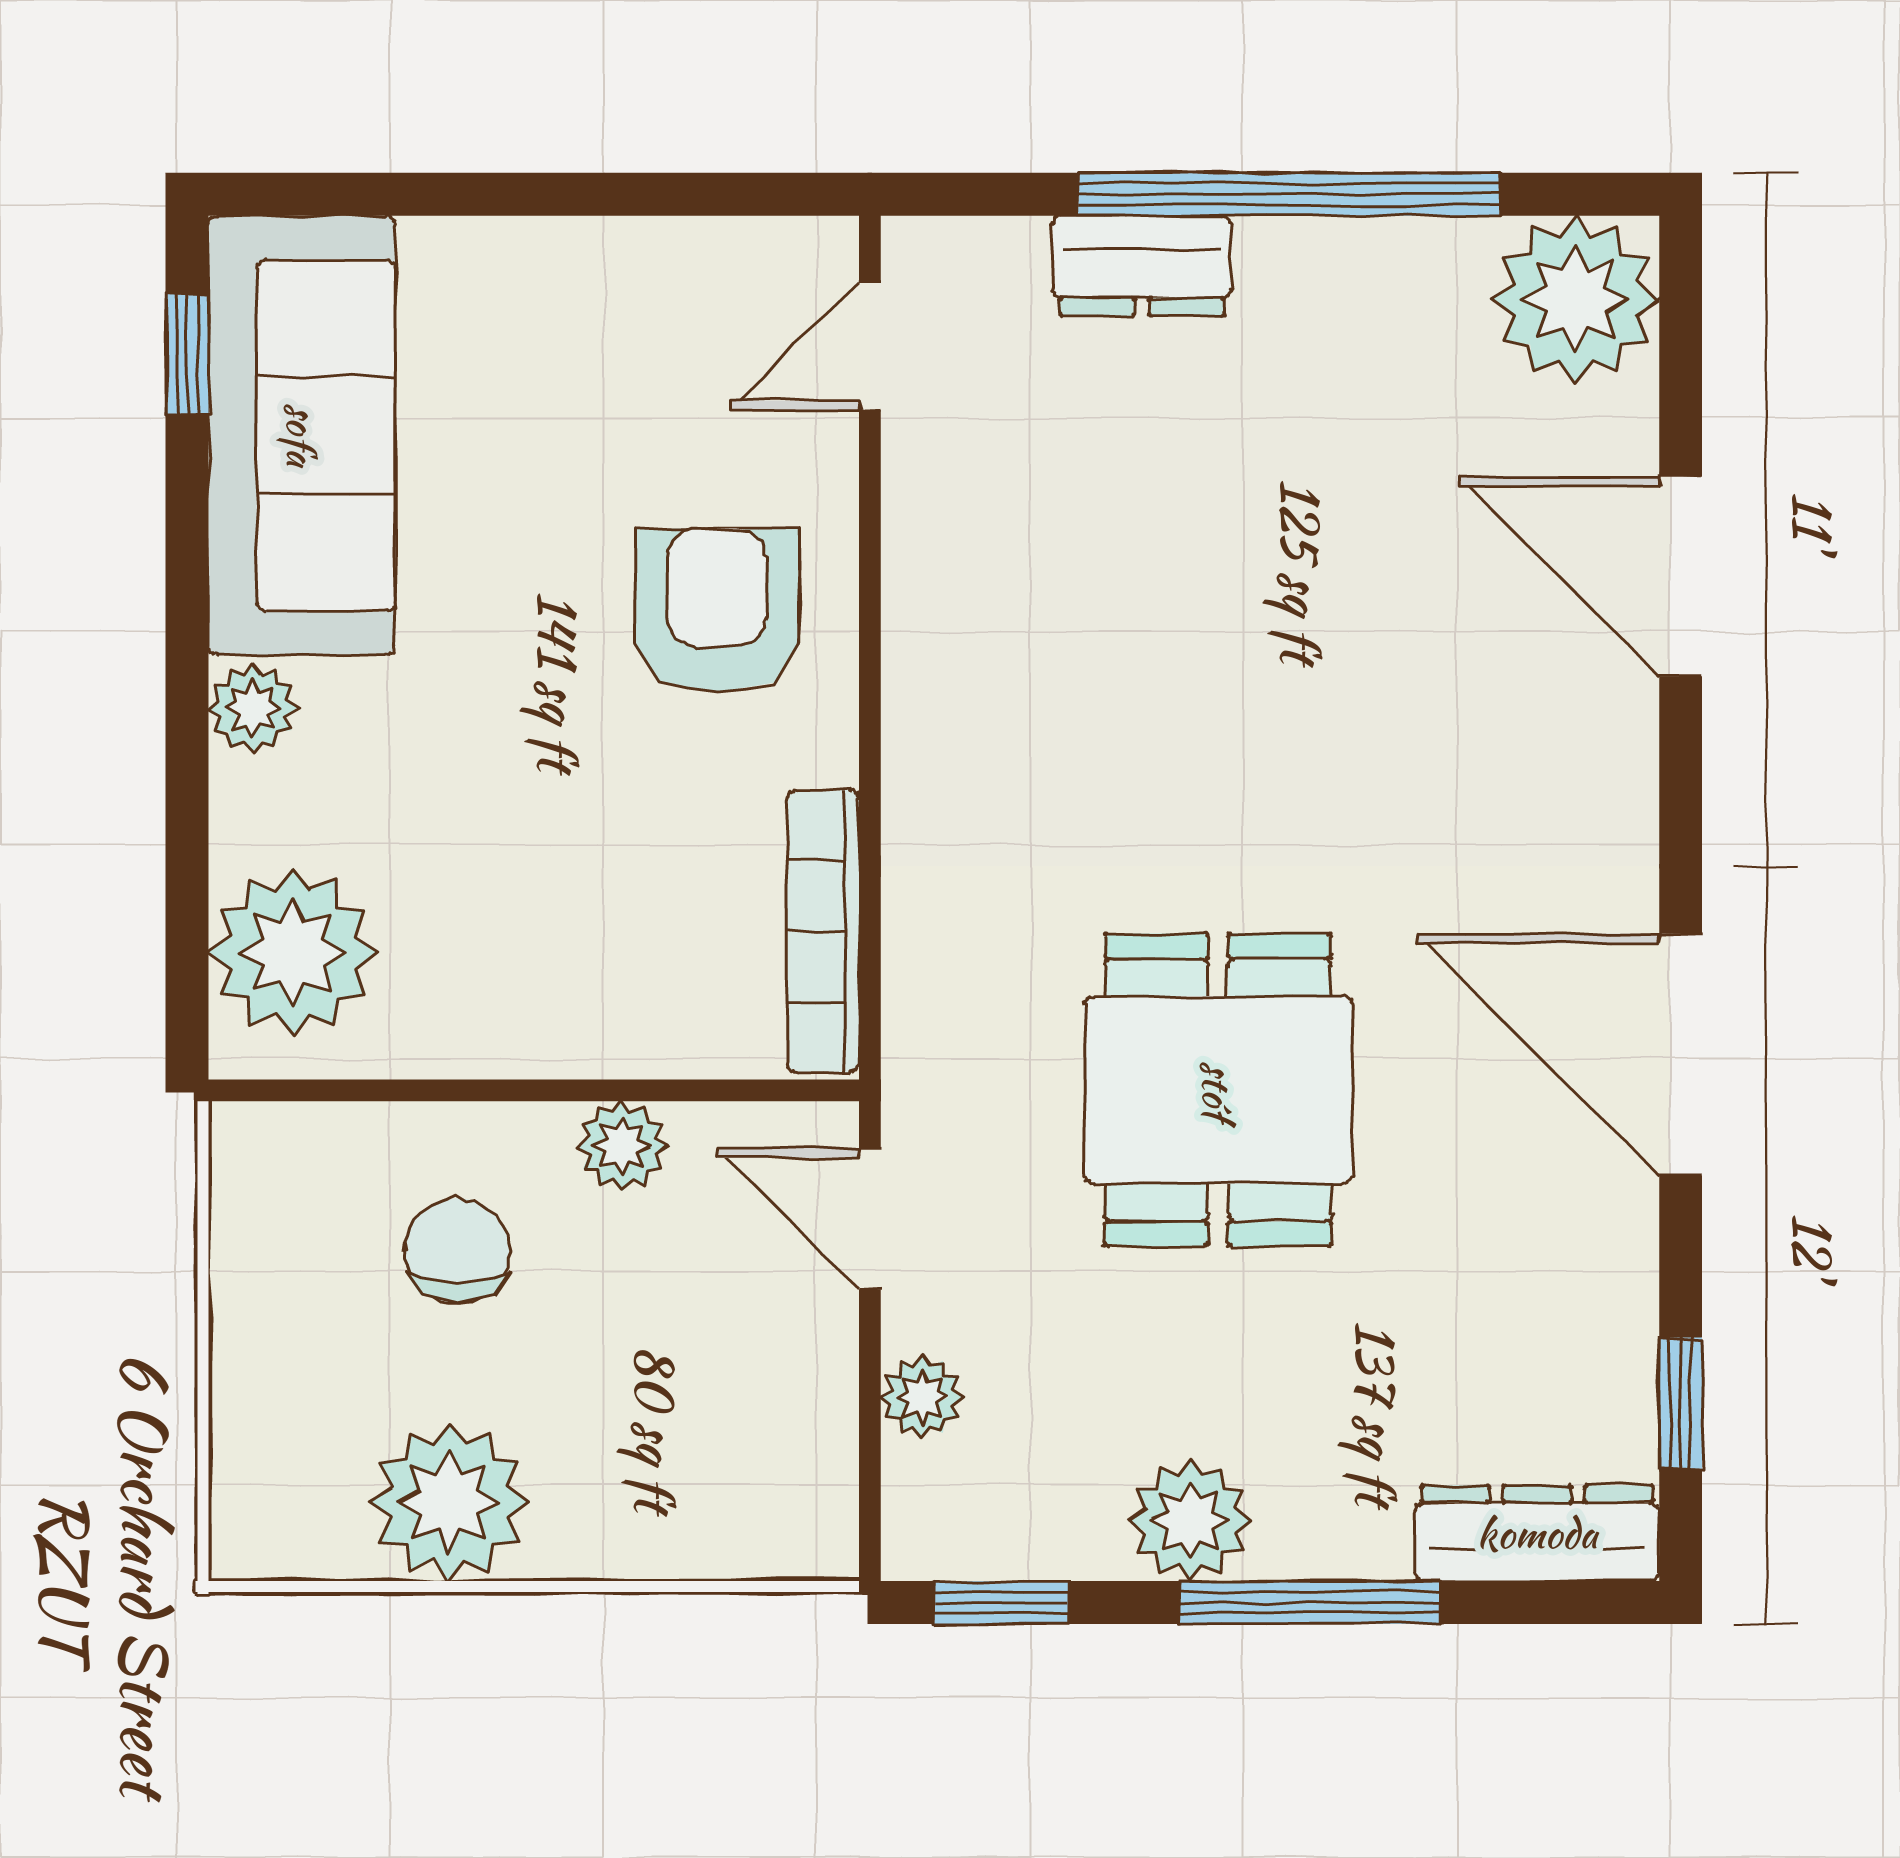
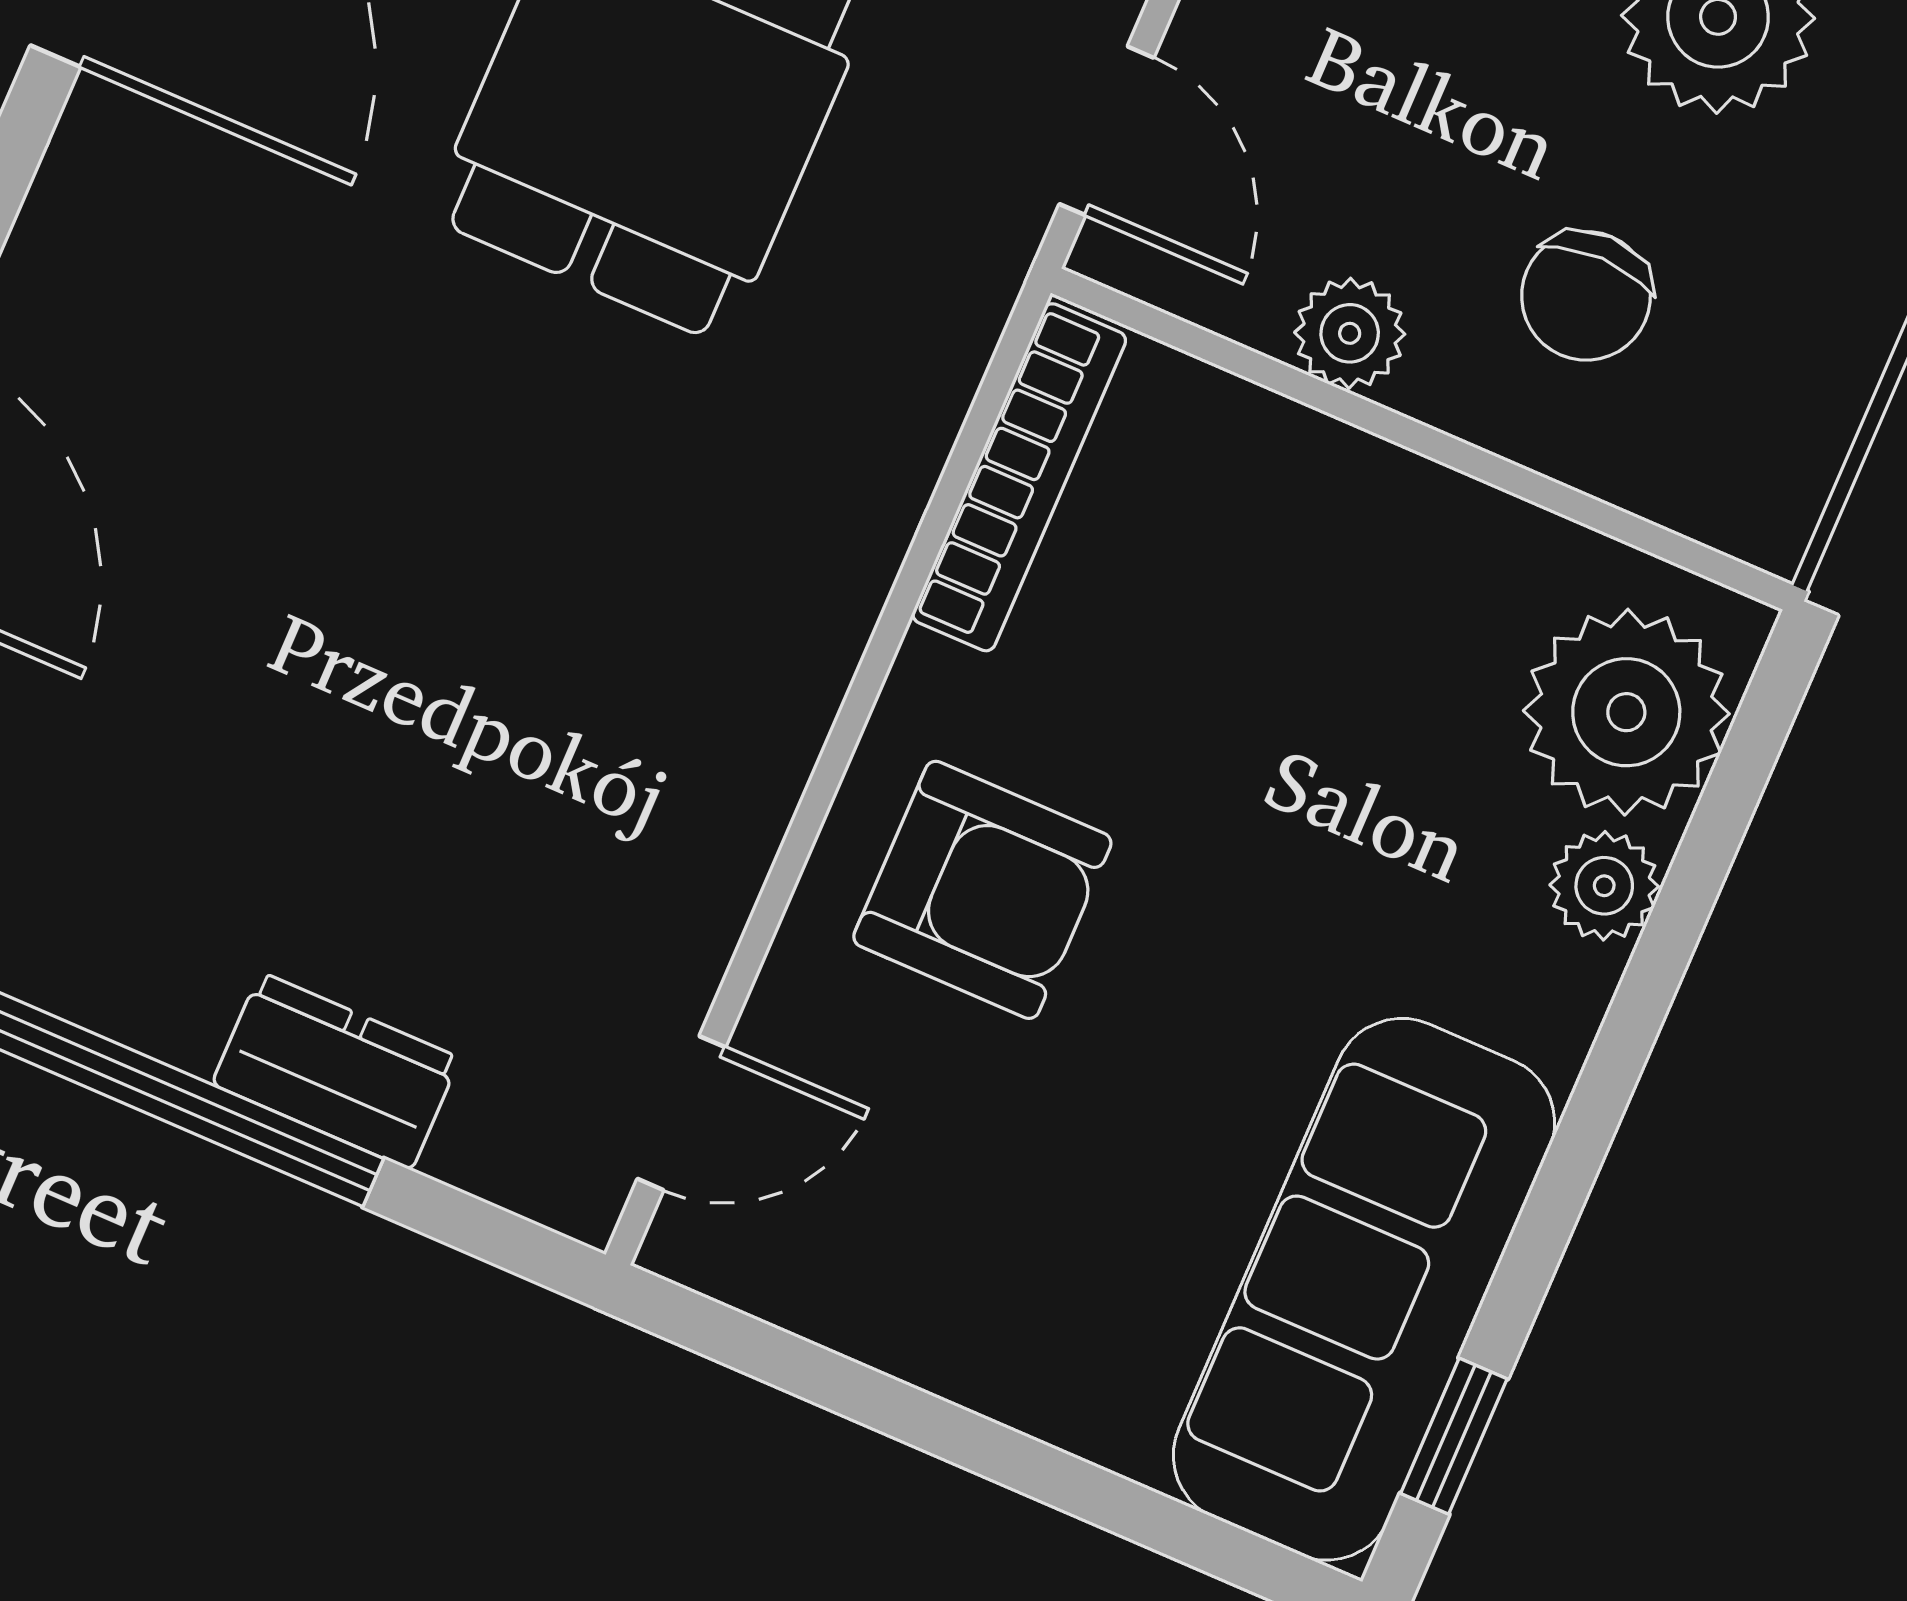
armchair: (717, 611) -> (982, 890), turned -90
plant: (253, 708) -> (1604, 886), moved

